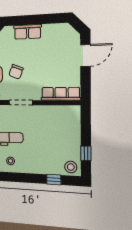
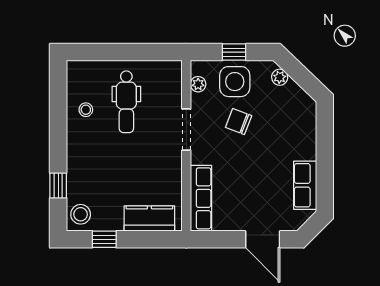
row of seats: (28, 32) -> (305, 185), moved
kitchen counter: (73, 125) -> (149, 218), added

